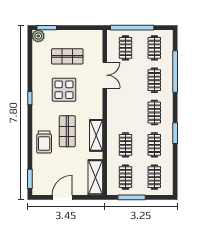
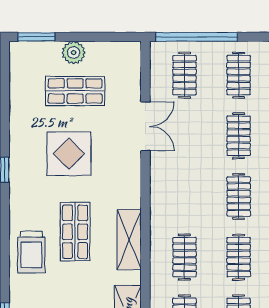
plant: (38, 36) -> (74, 53), moved

